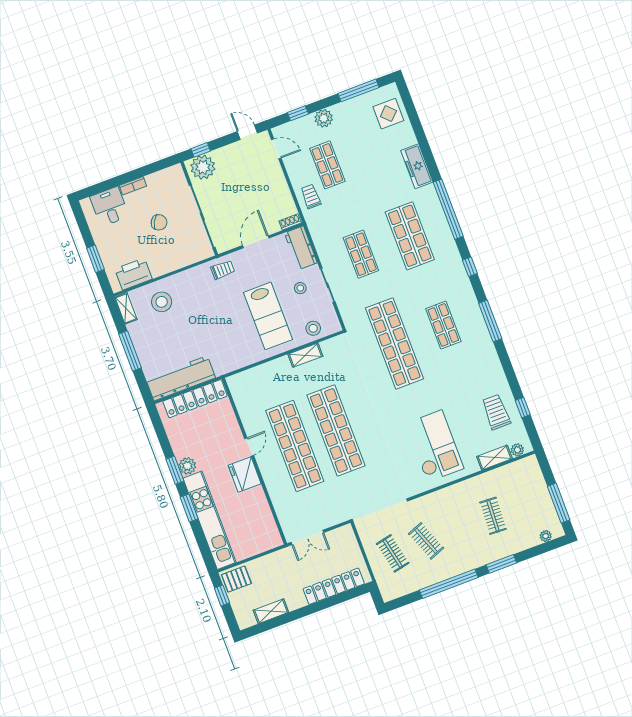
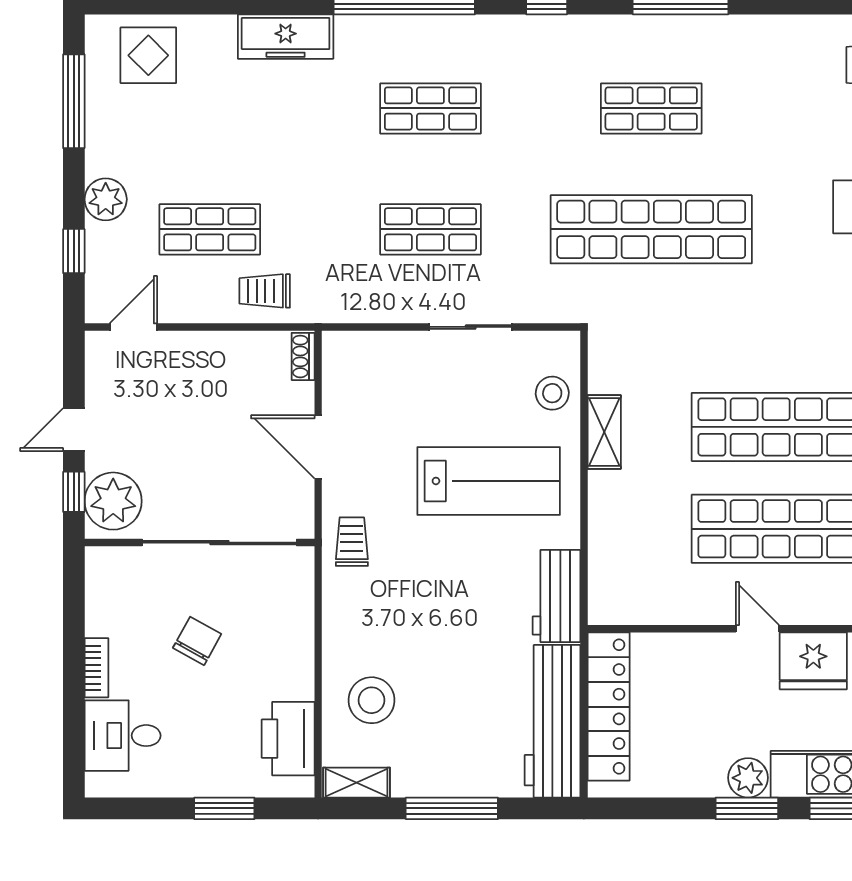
door: (247, 132) -> (74, 430), moved
shop shelf: (410, 236) -> (430, 108), width x0.70, depth x0.74
workbench: (301, 248) -> (557, 596), moved, turned 90
stool: (300, 288) -> (455, 388), removed

